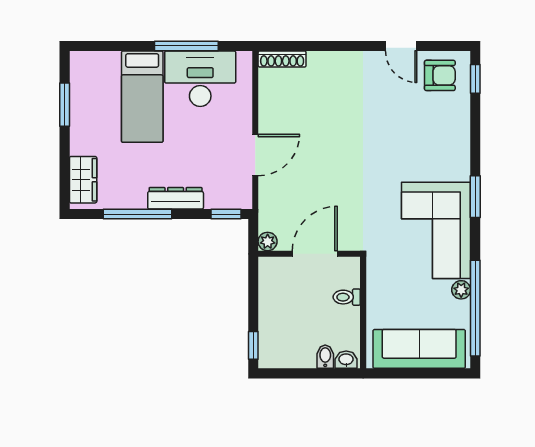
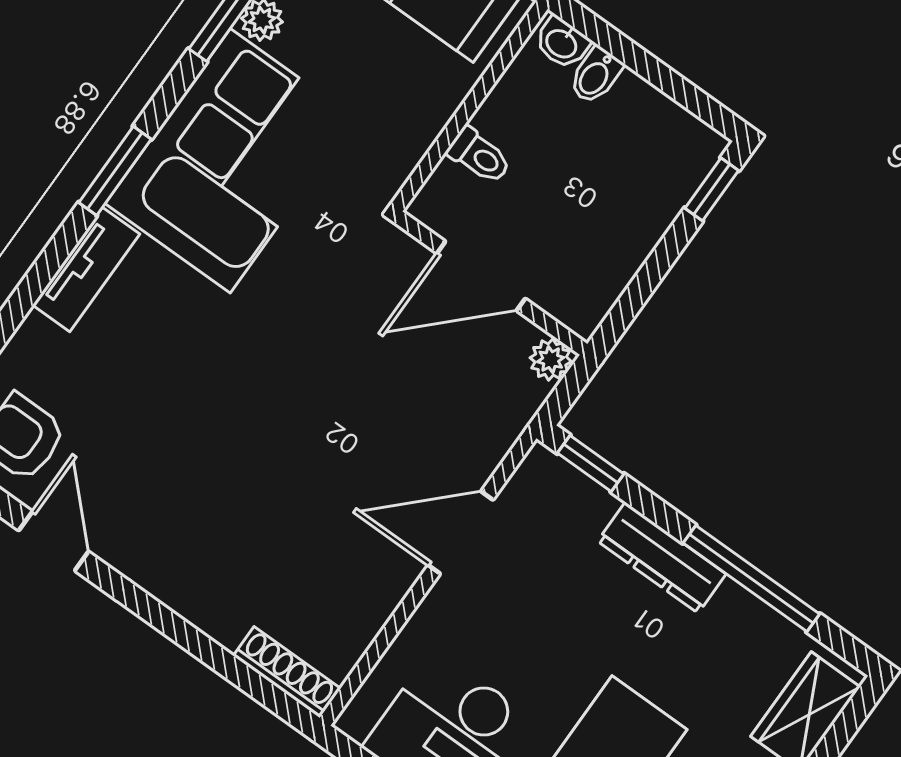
tv unit: (460, 153) -> (86, 270), added

